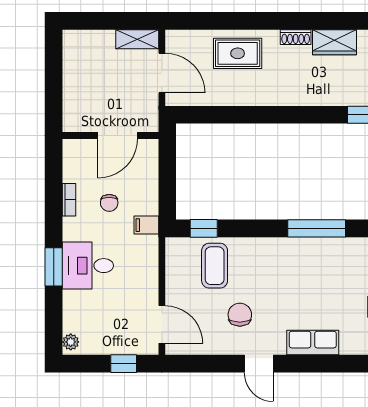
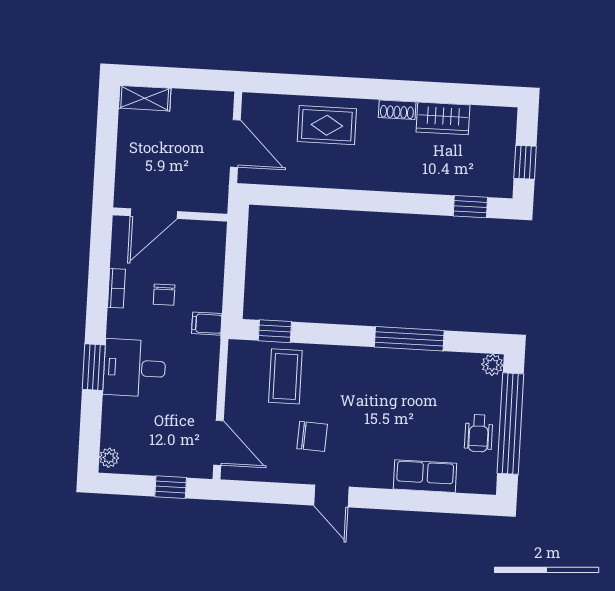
shelving: (137, 39) -> (145, 98), moved
door: (118, 136) -> (154, 214), moved
chair: (240, 315) -> (312, 436), turned 93
row of seats: (313, 343) -> (425, 476), moved

